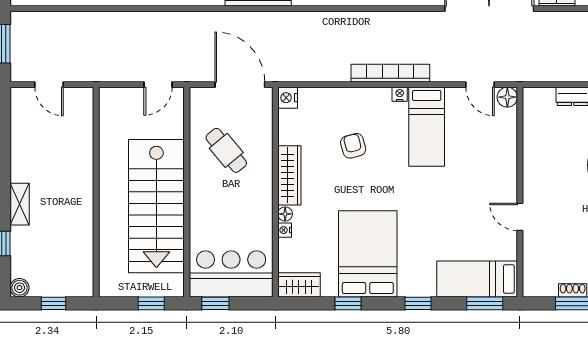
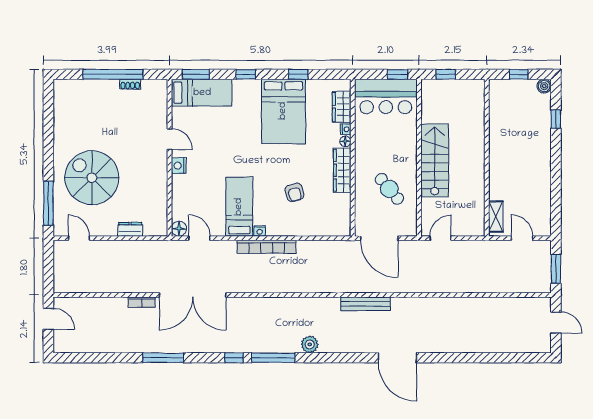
nightstand: (288, 98) -> (179, 166), moved, turned 180
shelving: (20, 204) -> (496, 217), moved
stairs: (156, 206) -> (435, 160), width x0.73, depth x0.66
wardrobe: (299, 285) -> (342, 107), moved, turned 90

